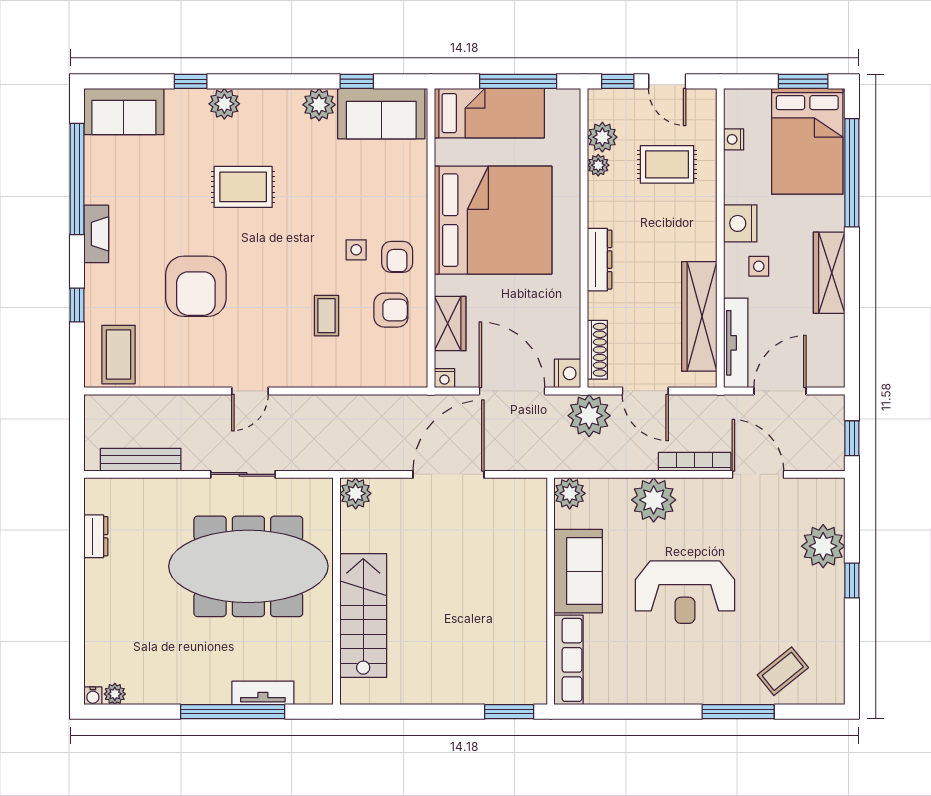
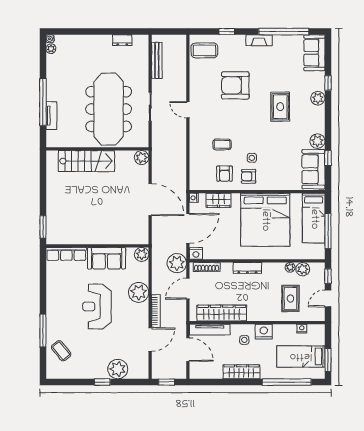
bed: (807, 141) -> (301, 356), width x0.67

